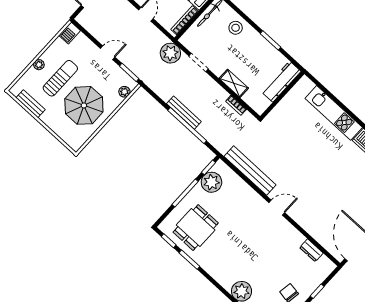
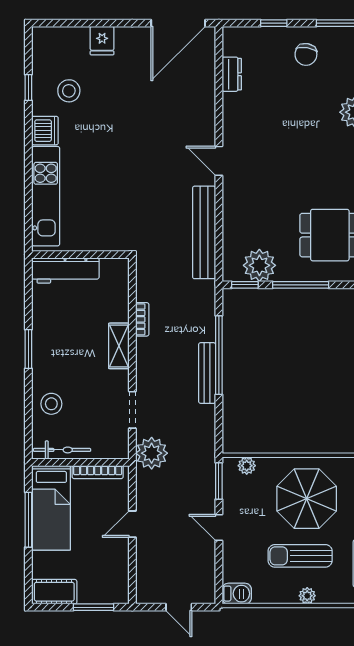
workbench: (281, 81) -> (65, 270), moved
wall: (282, 95) -> (80, 255), moved

